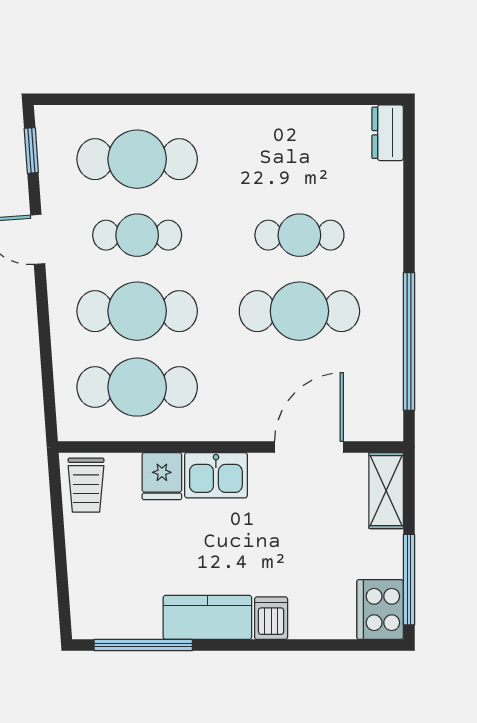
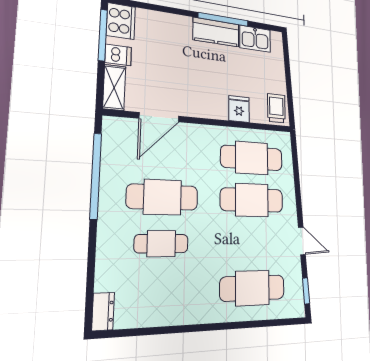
cafe table: (137, 235) -> (252, 243), removed
kitchen sink: (216, 475) -> (255, 39), moved, turned 180
dishwasher: (271, 618) -> (118, 55), moved, turned -90
window: (143, 645) -> (223, 19), moved

